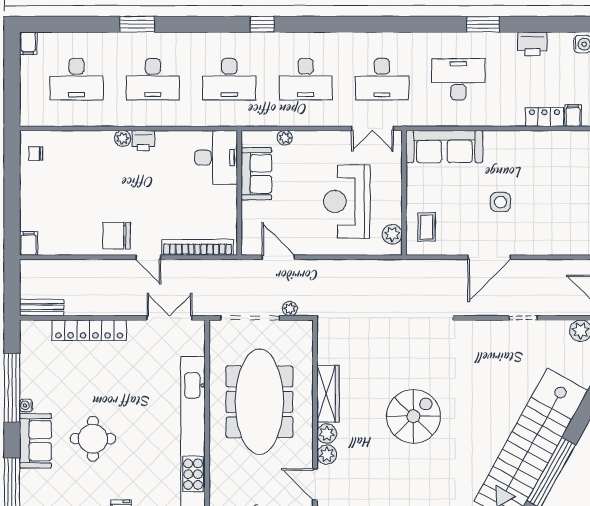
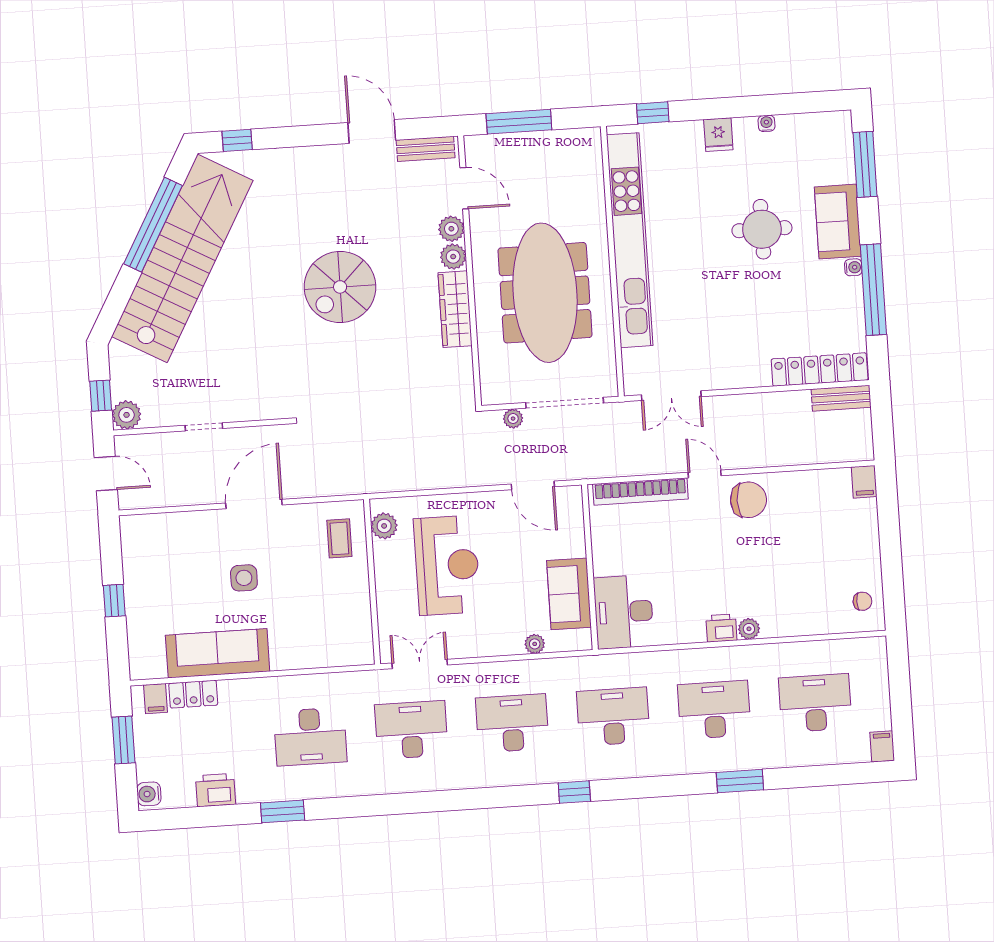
sofa: (444, 147) -> (218, 653), moved
locker: (89, 330) -> (820, 370), moved

